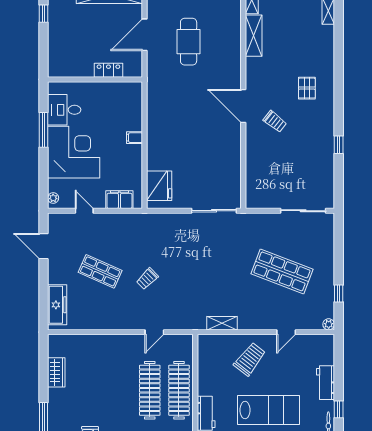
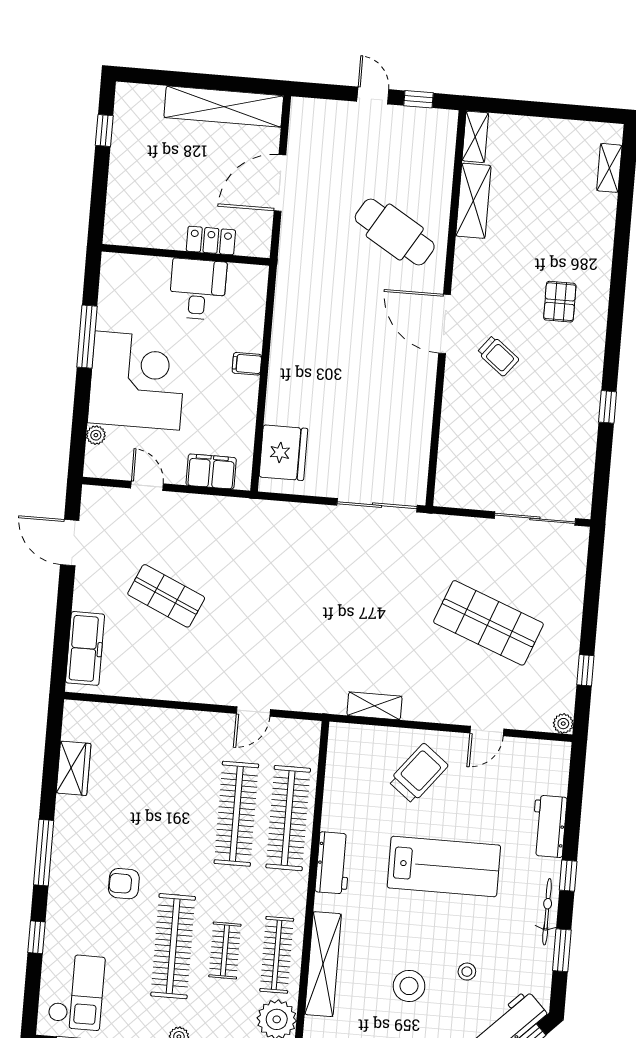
cafe table: (189, 42) -> (395, 232), moved, turned -59
desk: (64, 110) -> (198, 289), moved, turned 90
plant: (53, 198) -> (96, 435), moved
trolley: (147, 279) -> (249, 616), removed

